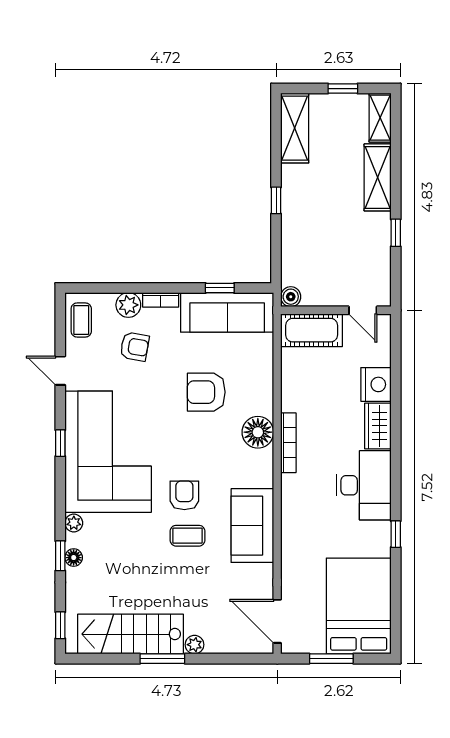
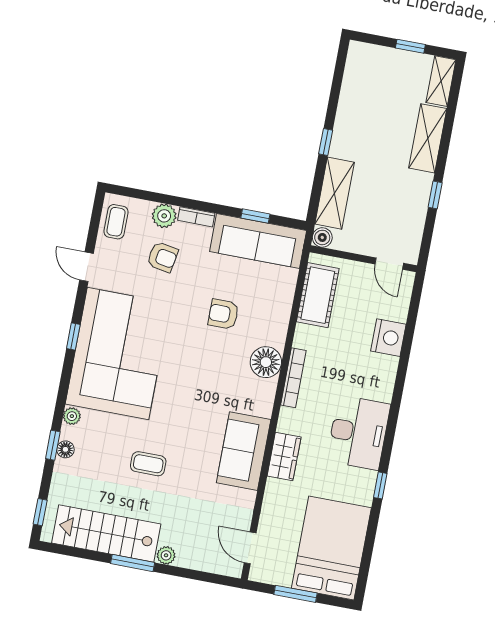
shelving: (295, 128) -> (335, 193), moved
cot: (312, 330) -> (318, 295), moved, turned 90
armchair: (206, 392) -> (223, 314), width x0.72, depth x0.72
wardrobe: (378, 426) -> (284, 456), moved, turned 180
armchair: (184, 495) -> (184, 410), removed
coffee table: (188, 536) -> (148, 464), moved
door: (277, 621) -> (250, 548), width x0.73

